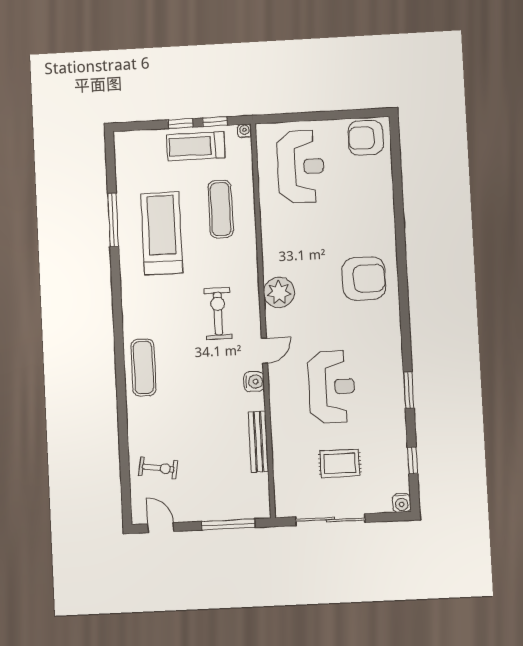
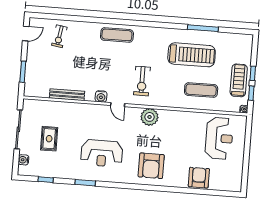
armchair: (366, 138) -> (199, 178), moved
reception desk: (301, 167) -> (219, 138), turned -90
exercise bike: (218, 314) -> (142, 81), turned 90
reception desk: (331, 387) -> (102, 153), moved
water cooler: (402, 503) -> (23, 160), moved
window: (228, 524) -> (23, 72), width x0.69

